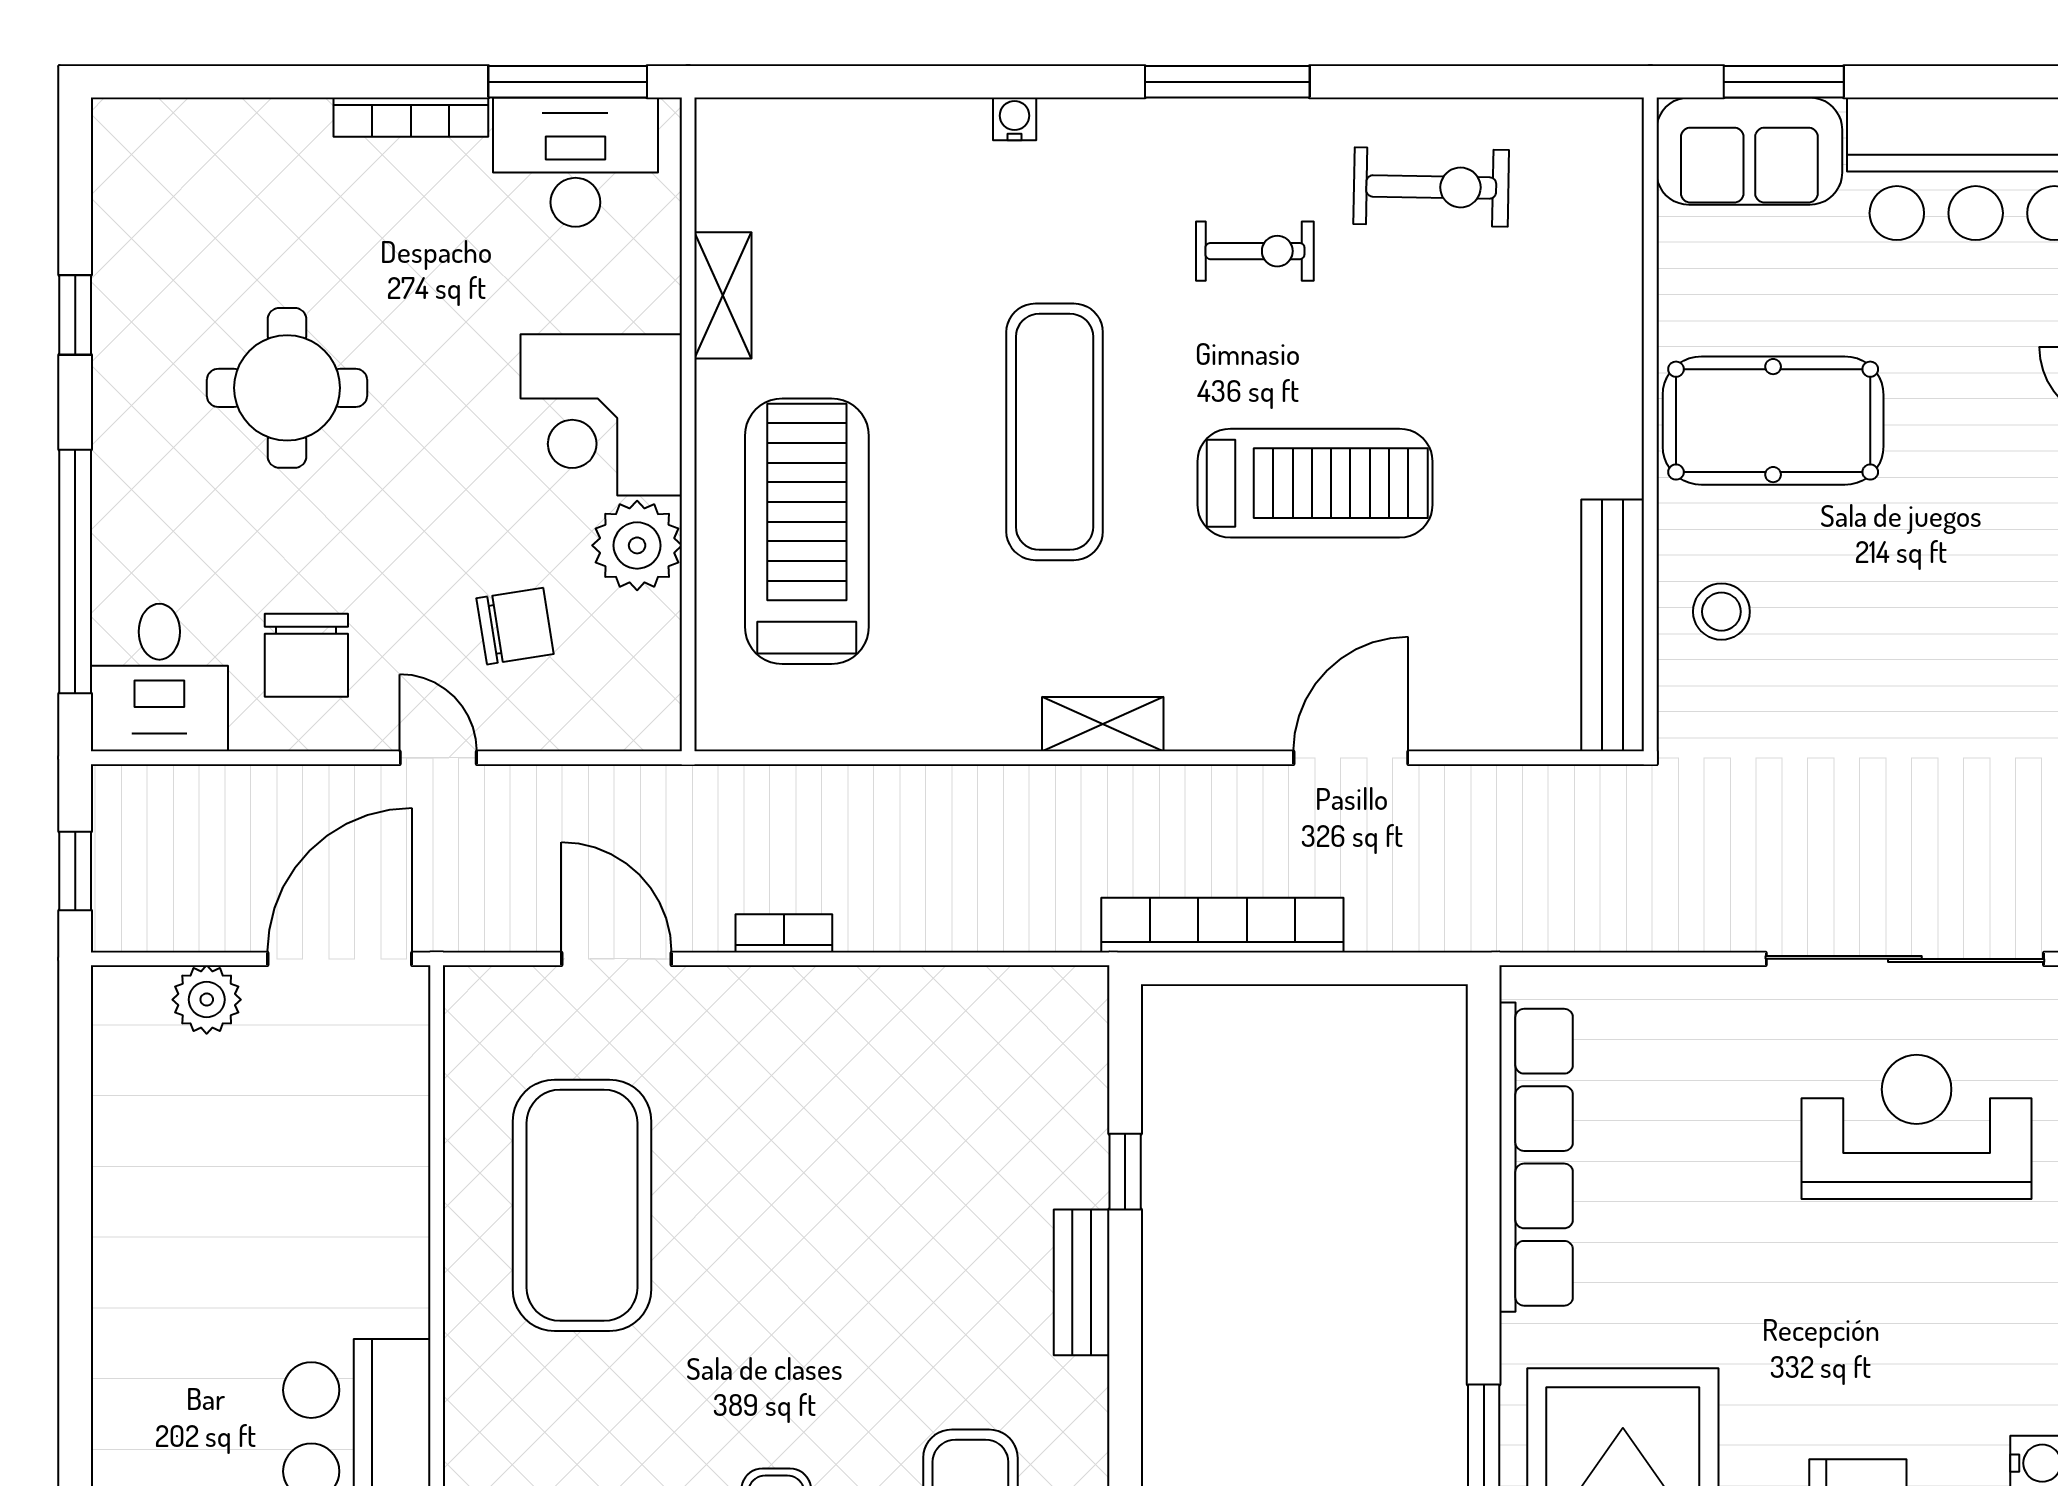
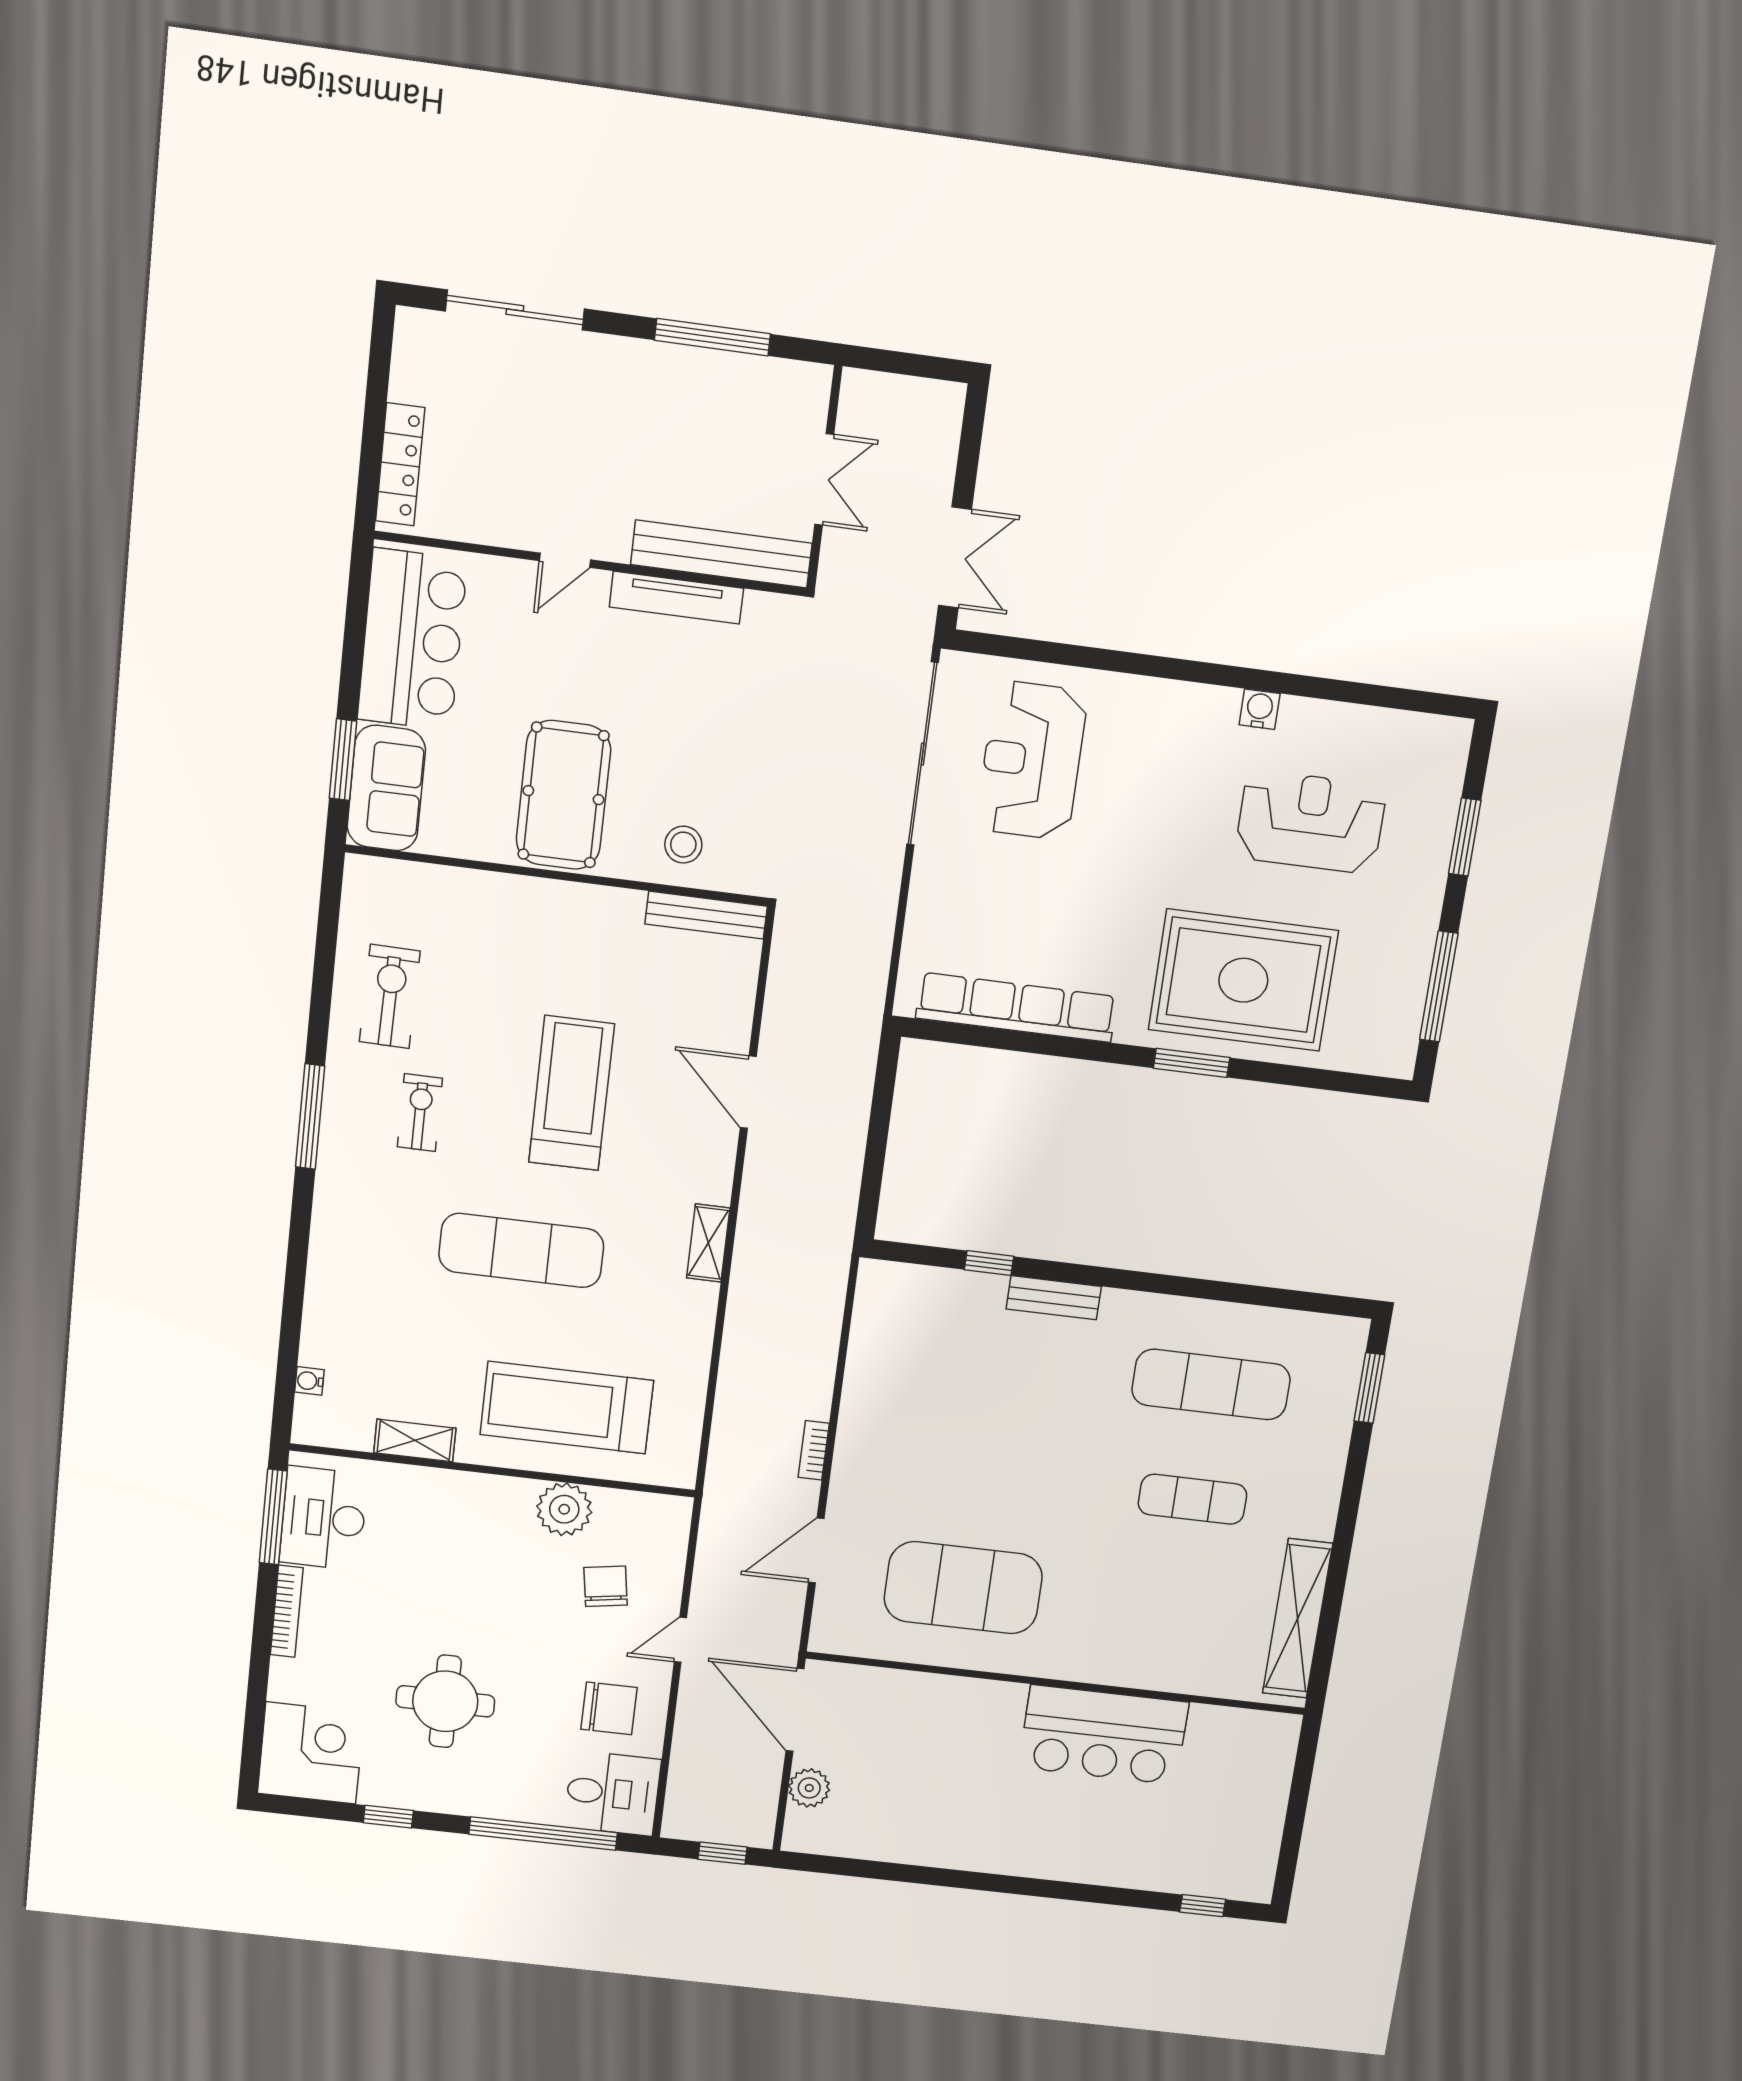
water cooler: (1015, 119) -> (309, 1381), moved
corner desk: (601, 415) -> (311, 1753), moved, turned -90
bench: (1613, 625) -> (706, 915), width x0.73, depth x0.82
bookcase: (1222, 925) -> (844, 1185), removed

